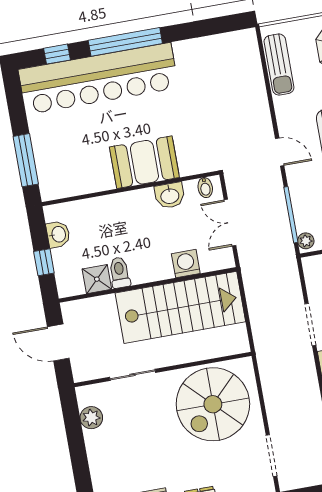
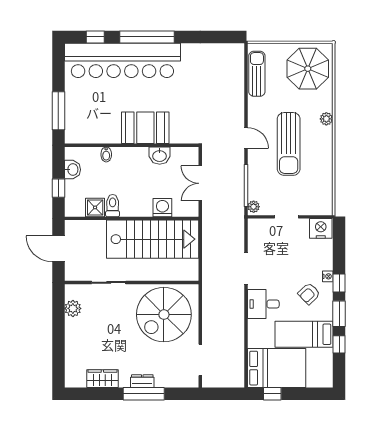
sun lounger: (279, 65) -> (257, 74), turned 180
bidet: (205, 188) -> (106, 154), moved

